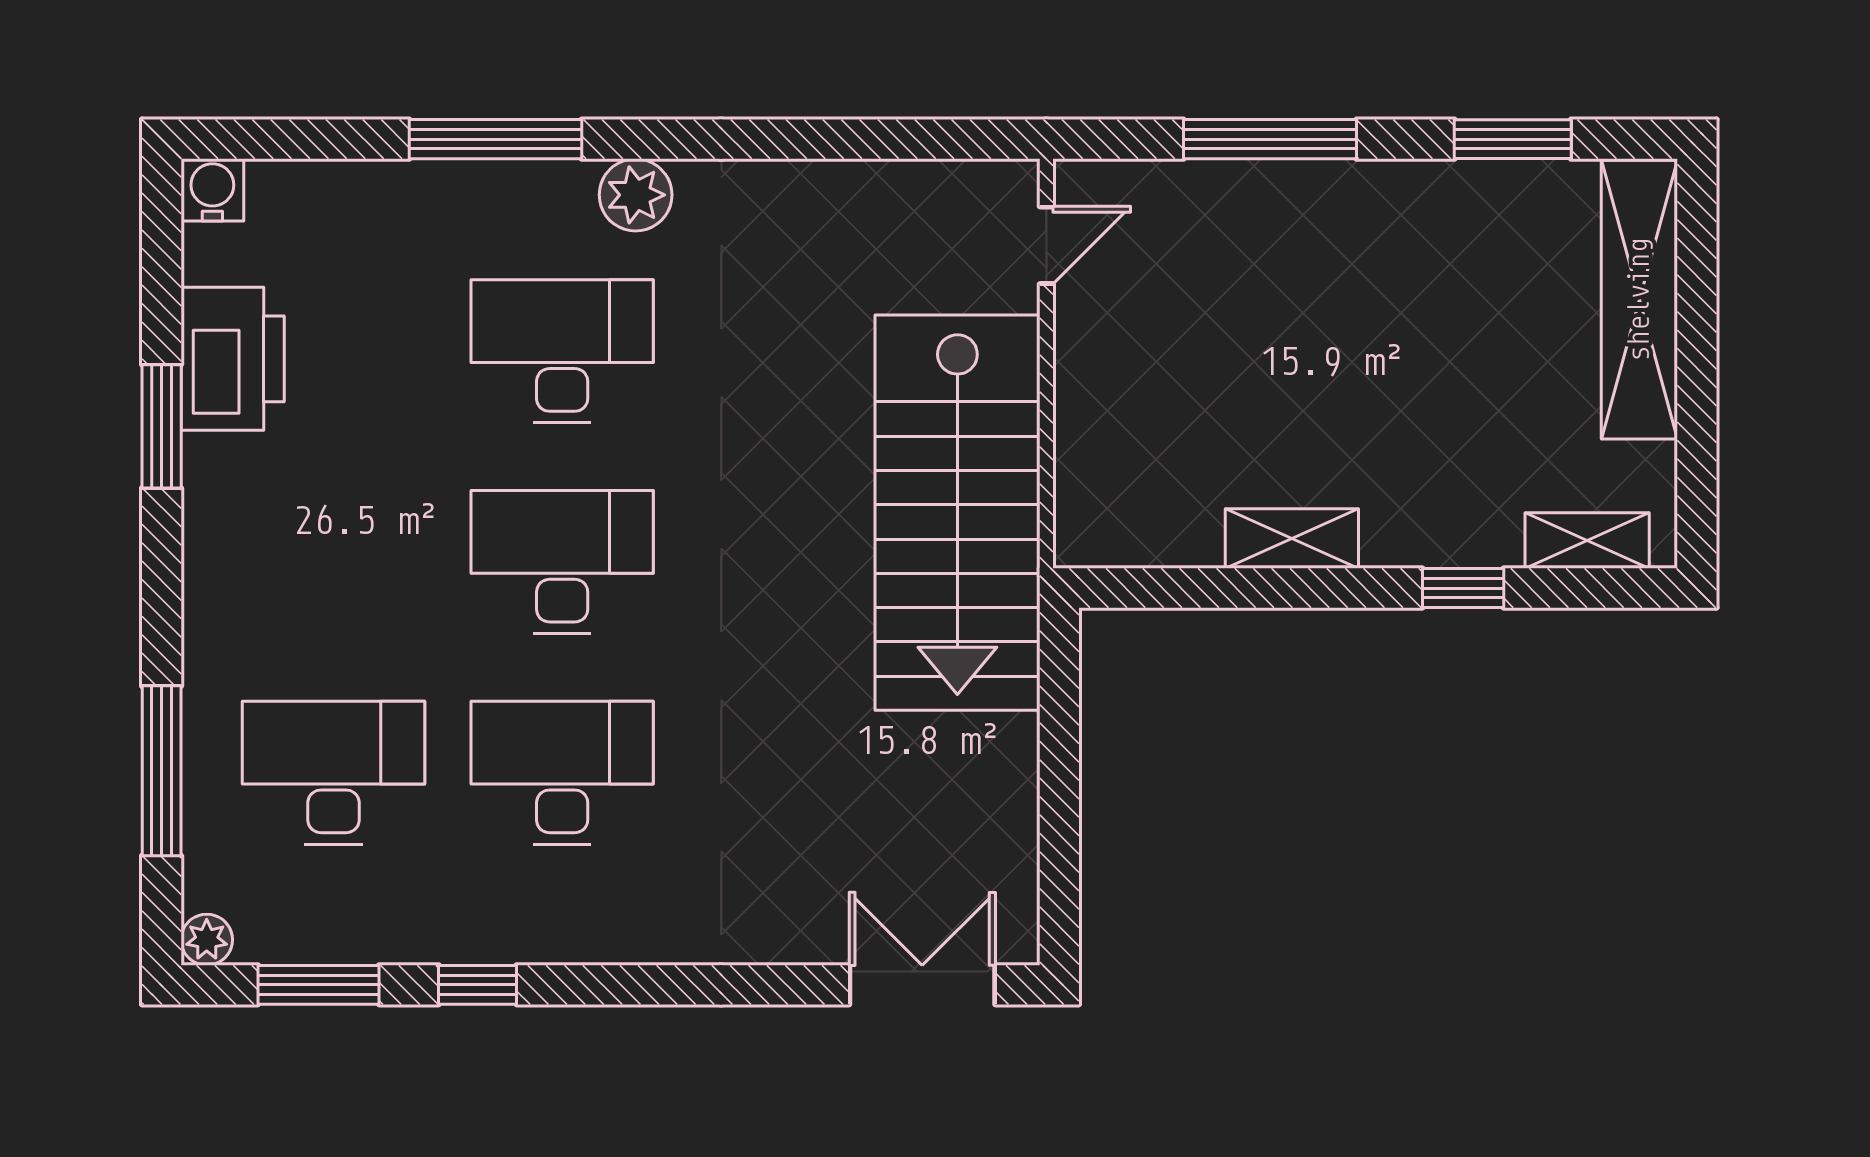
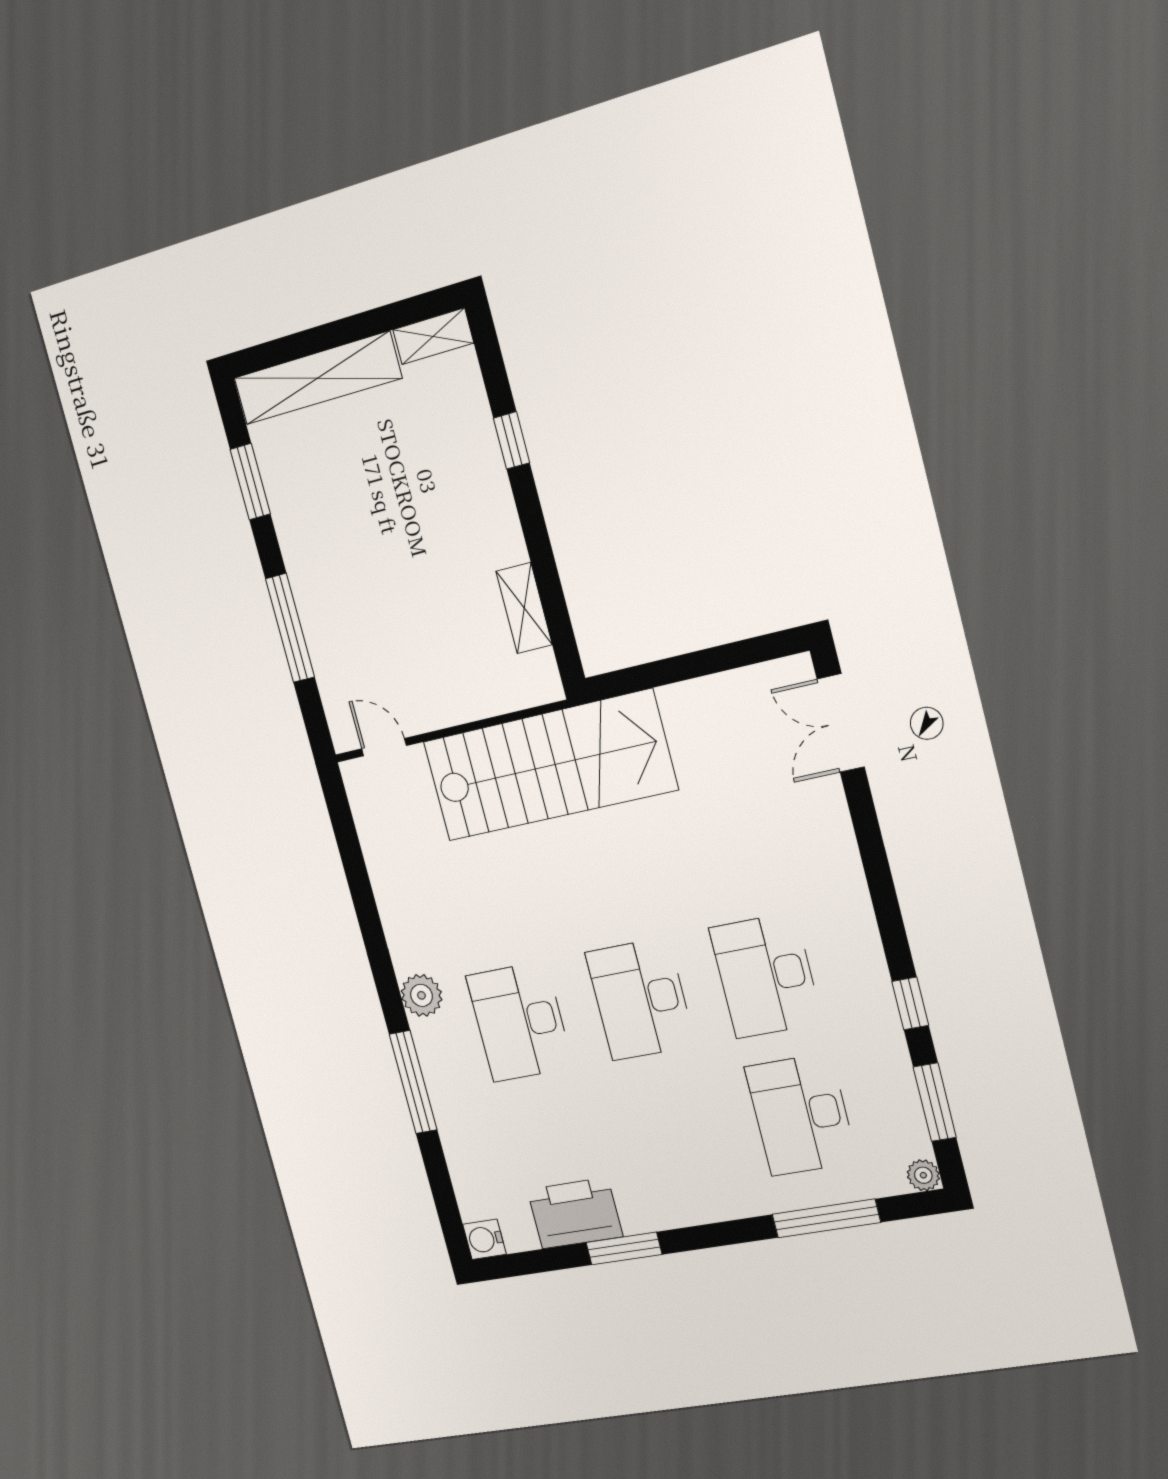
shelving: (1292, 539) -> (524, 608), moved
shelving: (1587, 541) -> (433, 336), moved, turned 90

